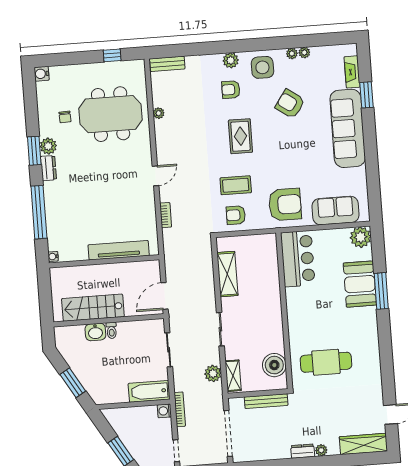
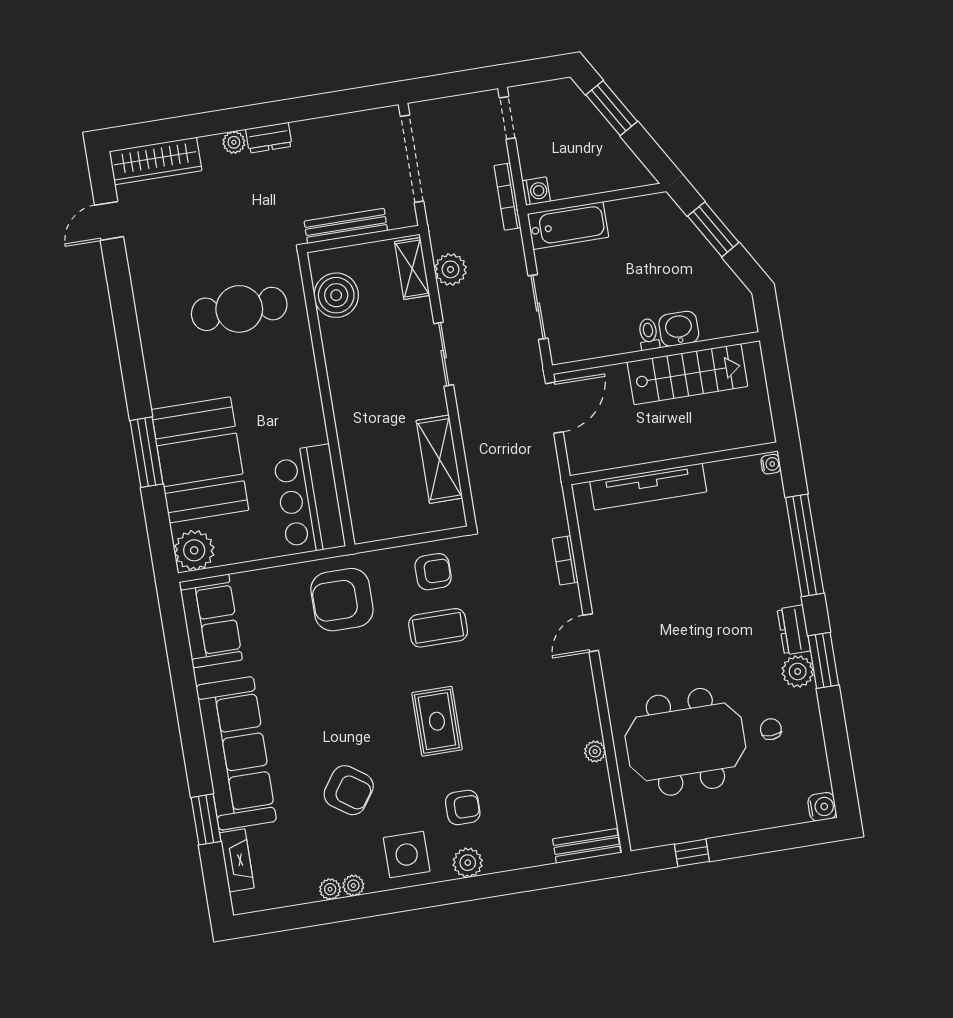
sofa: (336, 210) -> (211, 621), moved, turned -90
booth: (360, 284) -> (200, 460), width x1.36, depth x1.42

